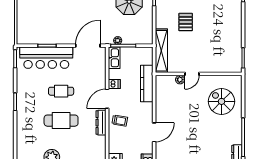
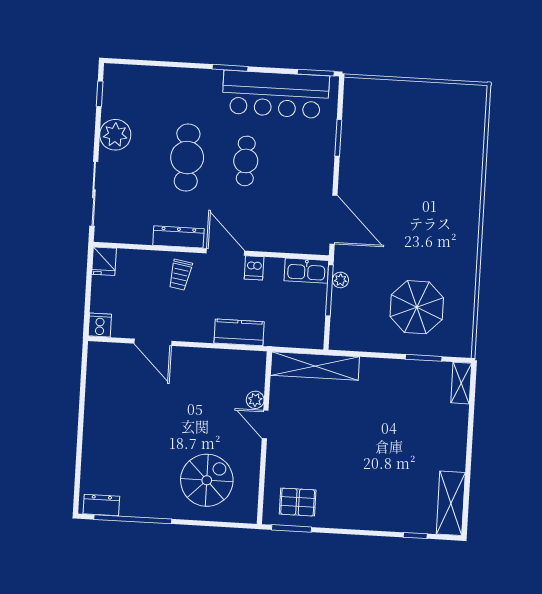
pallet: (186, 22) -> (298, 502), moved
bar counter: (46, 58) -> (276, 94), moved, turned -90
kitchen counter: (147, 84) -> (239, 332), width x0.67

